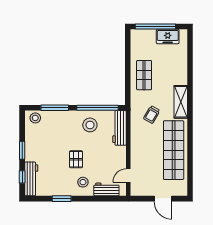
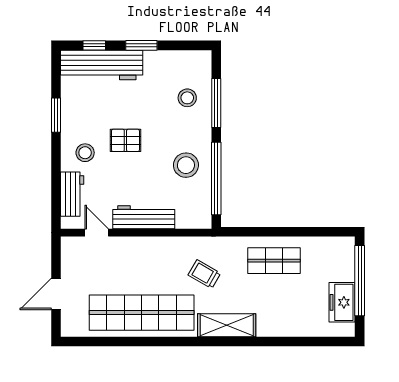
stool: (35, 118) -> (187, 98), moved
workbench: (120, 128) -> (144, 217), moved
workbench: (31, 179) -> (102, 65), width x1.36, depth x1.32

